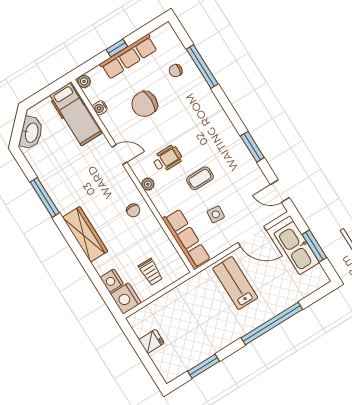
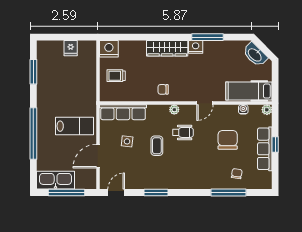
wheelchair: (167, 159) -> (183, 132), turned -90
window: (314, 246) -> (66, 192), width x1.44
kitchen sink: (297, 248) -> (56, 180), moved
nightstand: (112, 281) -> (196, 47), moved

